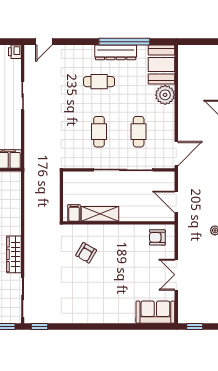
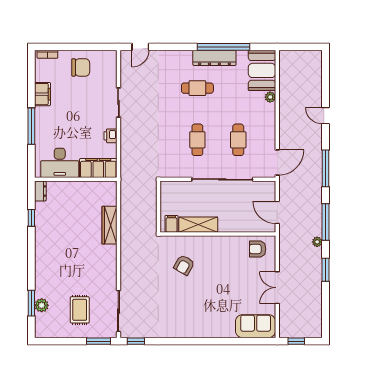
printer: (15, 52) -> (110, 136), moved
plant: (165, 95) -> (270, 97), width x0.53, depth x0.53
wardrobe: (14, 254) -> (109, 225), moved

